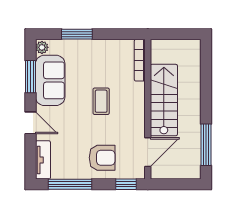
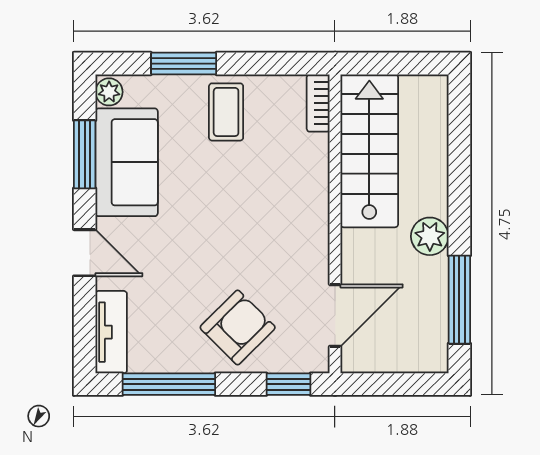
bookcase: (140, 60) -> (318, 103), width x0.64
stairs: (164, 100) -> (369, 151), moved
coffee table: (101, 101) -> (226, 112), moved
plant: (192, 115) -> (430, 236), added
armchair: (102, 158) -> (238, 327), turned -45

